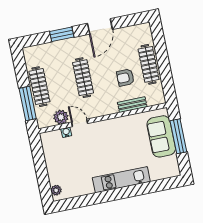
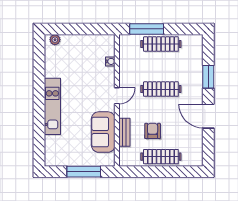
plant: (61, 117) -> (126, 59), removed
door: (80, 123) -> (117, 96), moved
sofa: (161, 136) -> (103, 132), moved, turned -90

